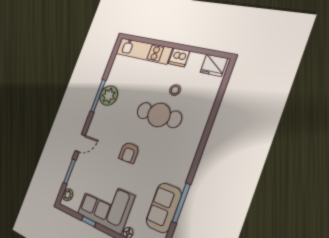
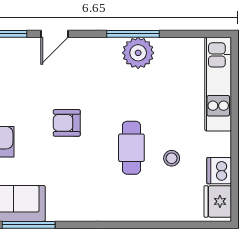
dishwasher: (179, 57) -> (219, 171), moved
cafe table: (159, 115) -> (131, 148), width x0.73, depth x0.74
door: (80, 143) -> (54, 34), hinge flipped

